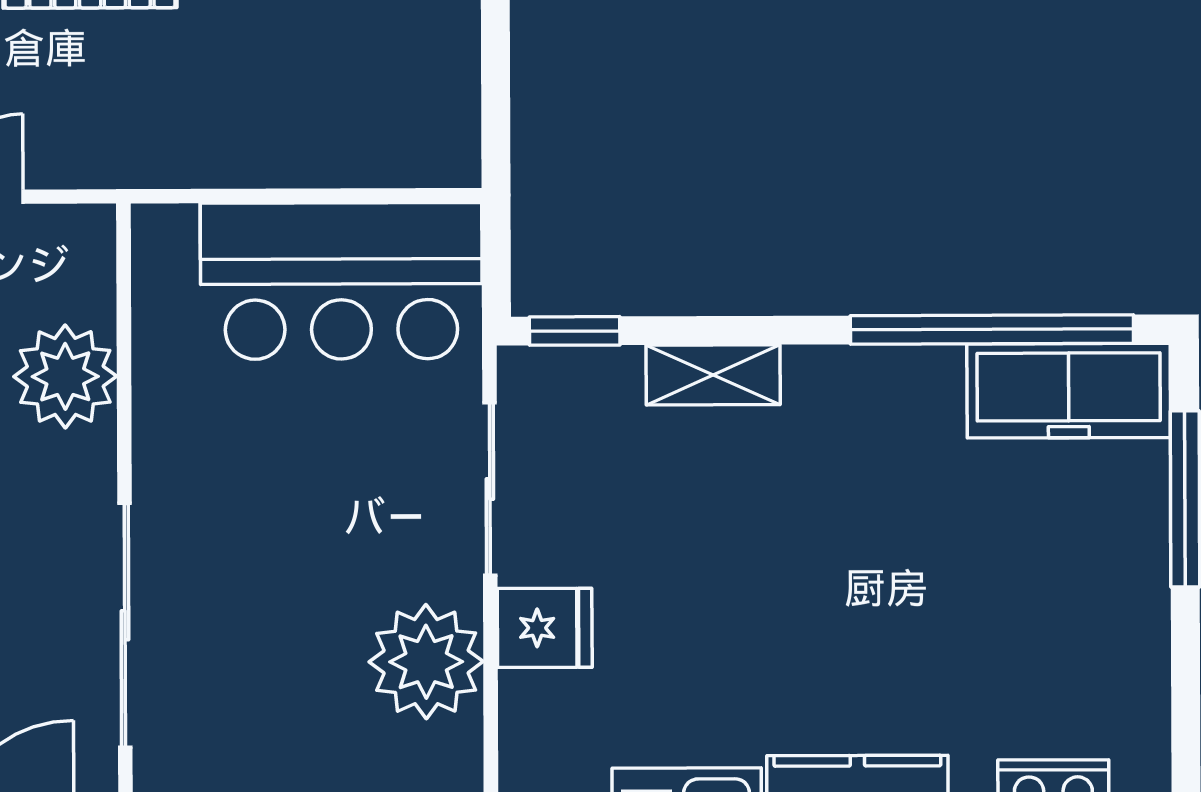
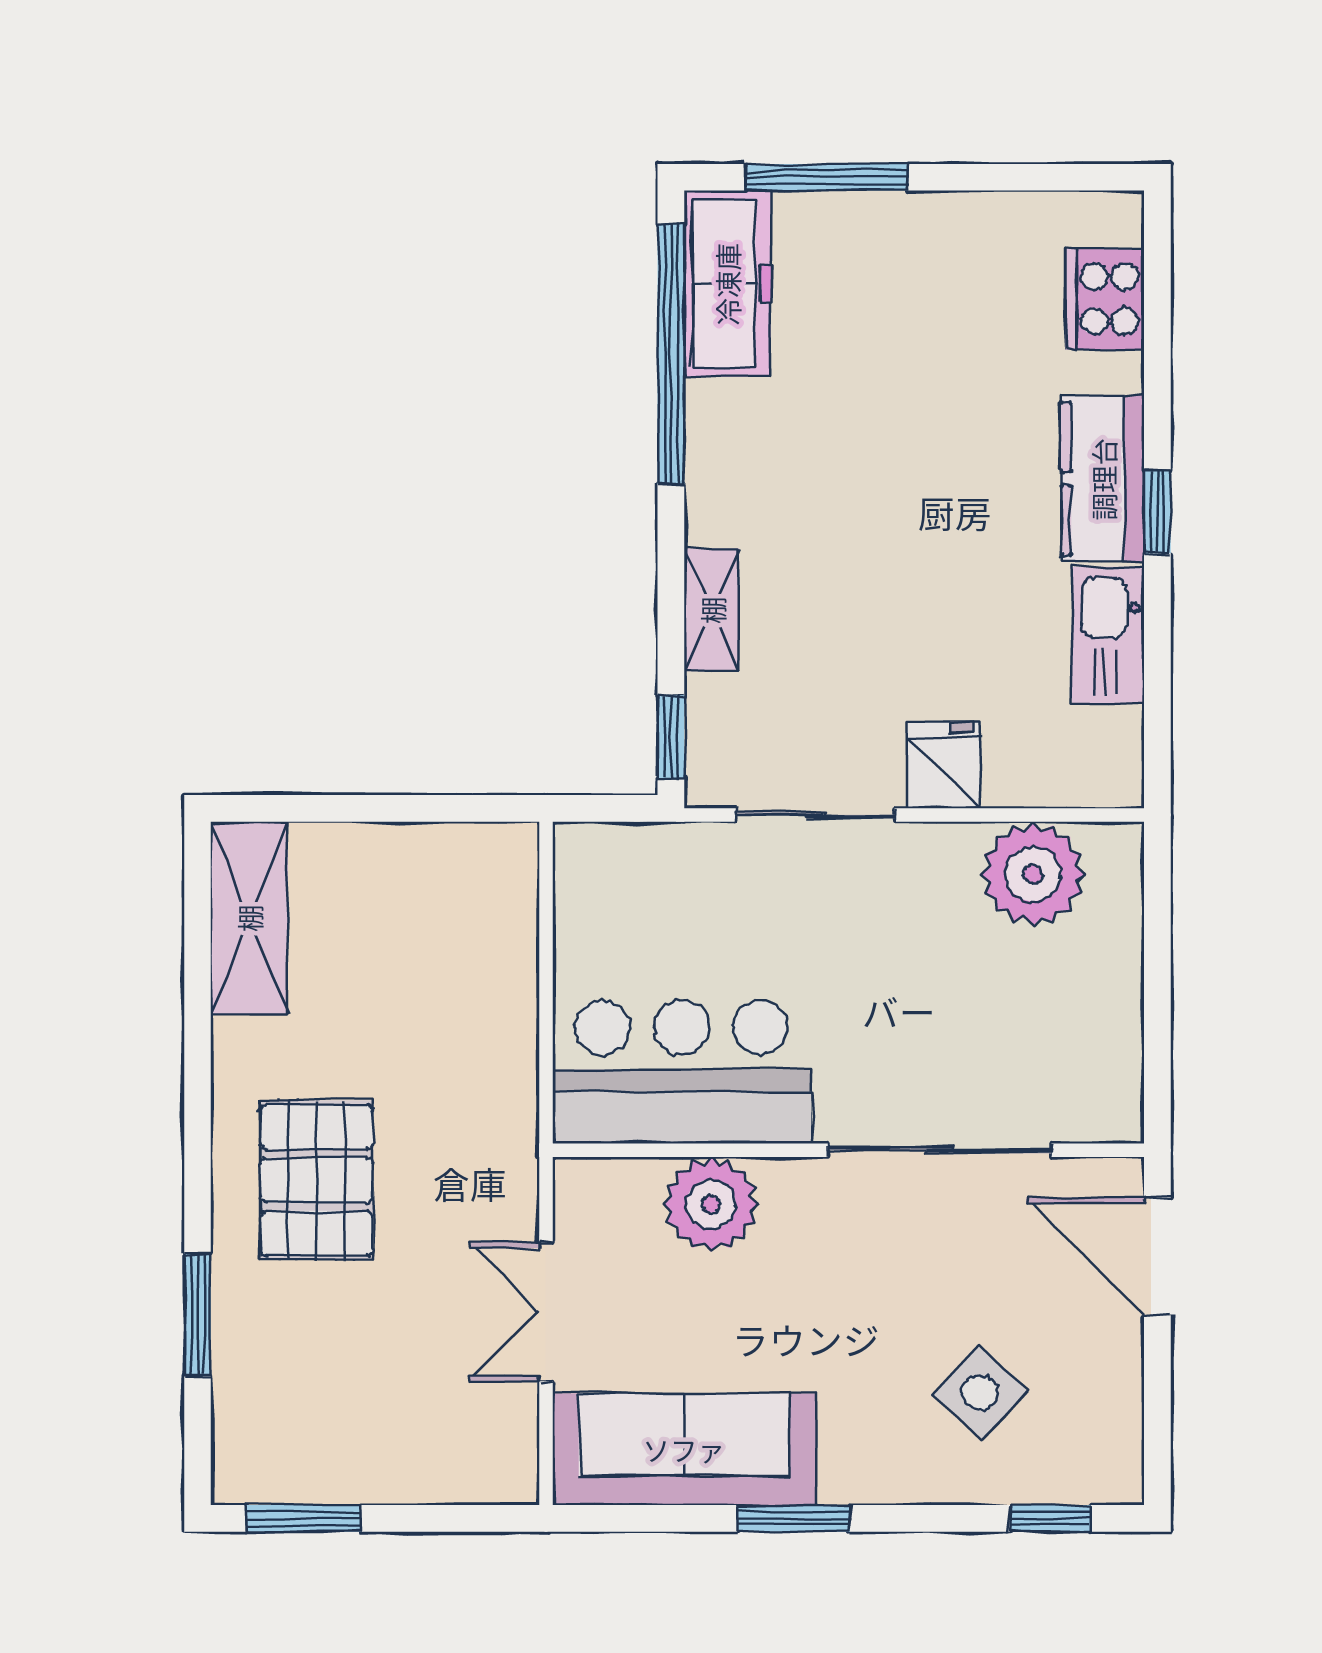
bar counter: (341, 281) -> (682, 1072), moved, turned -90
plant: (426, 662) -> (1033, 874), moved

